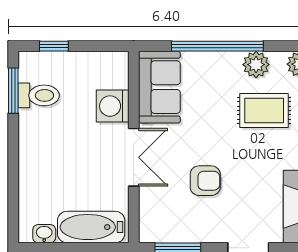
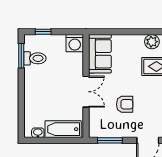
window: (217, 46) -> (131, 32), removed
washing machine: (113, 106) -> (75, 43), moved, turned -90

